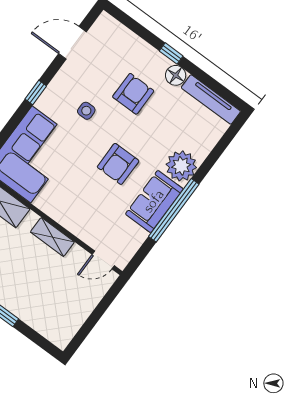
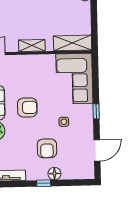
floor lamp: (176, 75) -> (54, 174), moved
armchair: (118, 164) -> (27, 107), turned 90

